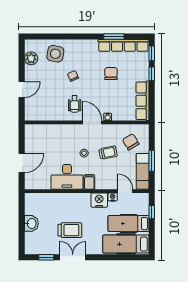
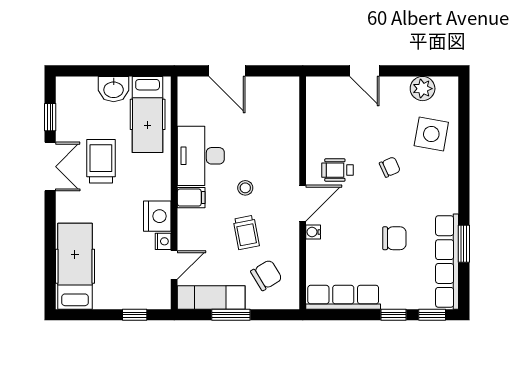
hospital bed: (129, 224) -> (148, 114), moved, turned 180
trolley: (70, 230) -> (101, 161), turned 180

